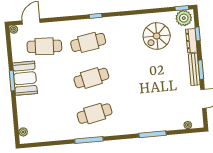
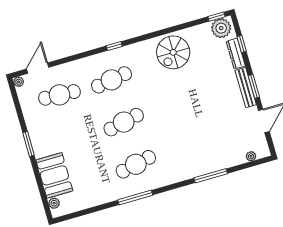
spiral stairs: (157, 36) -> (173, 52), moved
booth: (25, 78) -> (54, 175), moved

